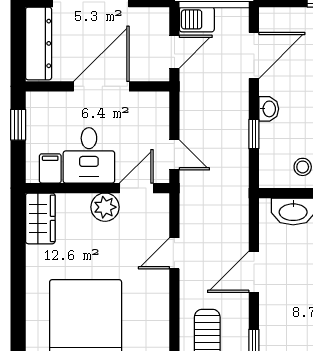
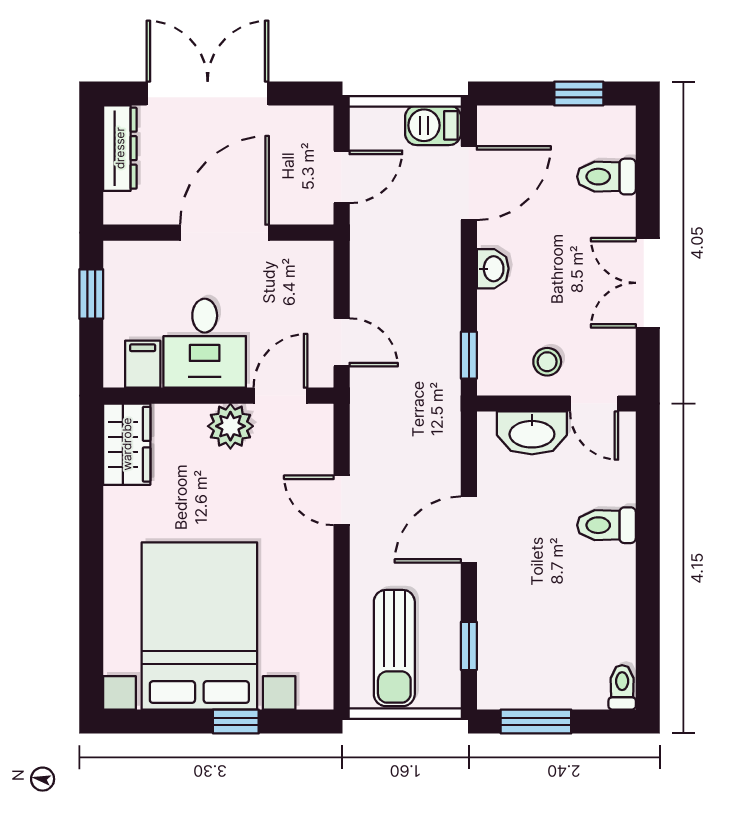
barbecue: (197, 19) -> (433, 125), moved
dresser: (39, 43) -> (120, 148), width x0.73, depth x0.80
window: (254, 134) -> (469, 355), moved
door: (174, 253) -> (342, 500), hinge flipped

